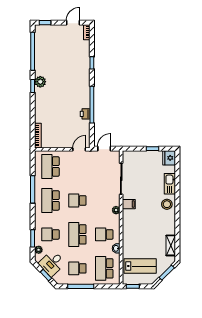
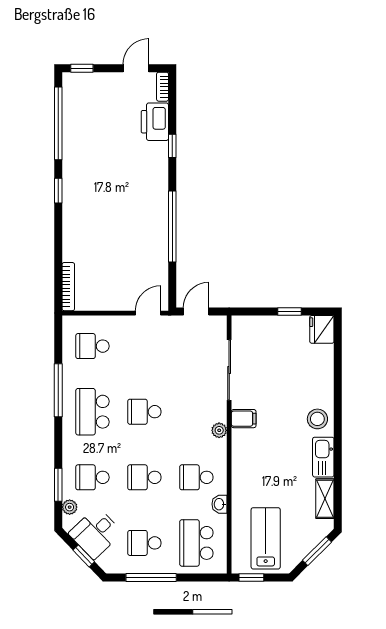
plant: (40, 82) -> (73, 182), removed
printer: (85, 114) -> (155, 122), moved, width x1.87, depth x1.48
school desk: (50, 166) -> (92, 346), width x0.54
kitchen sink: (170, 184) -> (323, 457), moved
school desk: (77, 234) -> (144, 477), width x0.54
lab bench: (140, 266) -> (266, 538), turned -90

